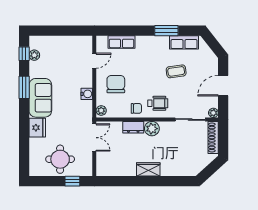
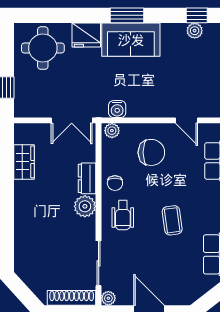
coffee table: (176, 71) -> (172, 220), moved
window: (24, 87) -> (127, 15), moved
water cooler: (87, 94) -> (117, 109), moved
round table: (60, 159) -> (43, 48), moved
wardrobe: (148, 169) -> (24, 162), moved

